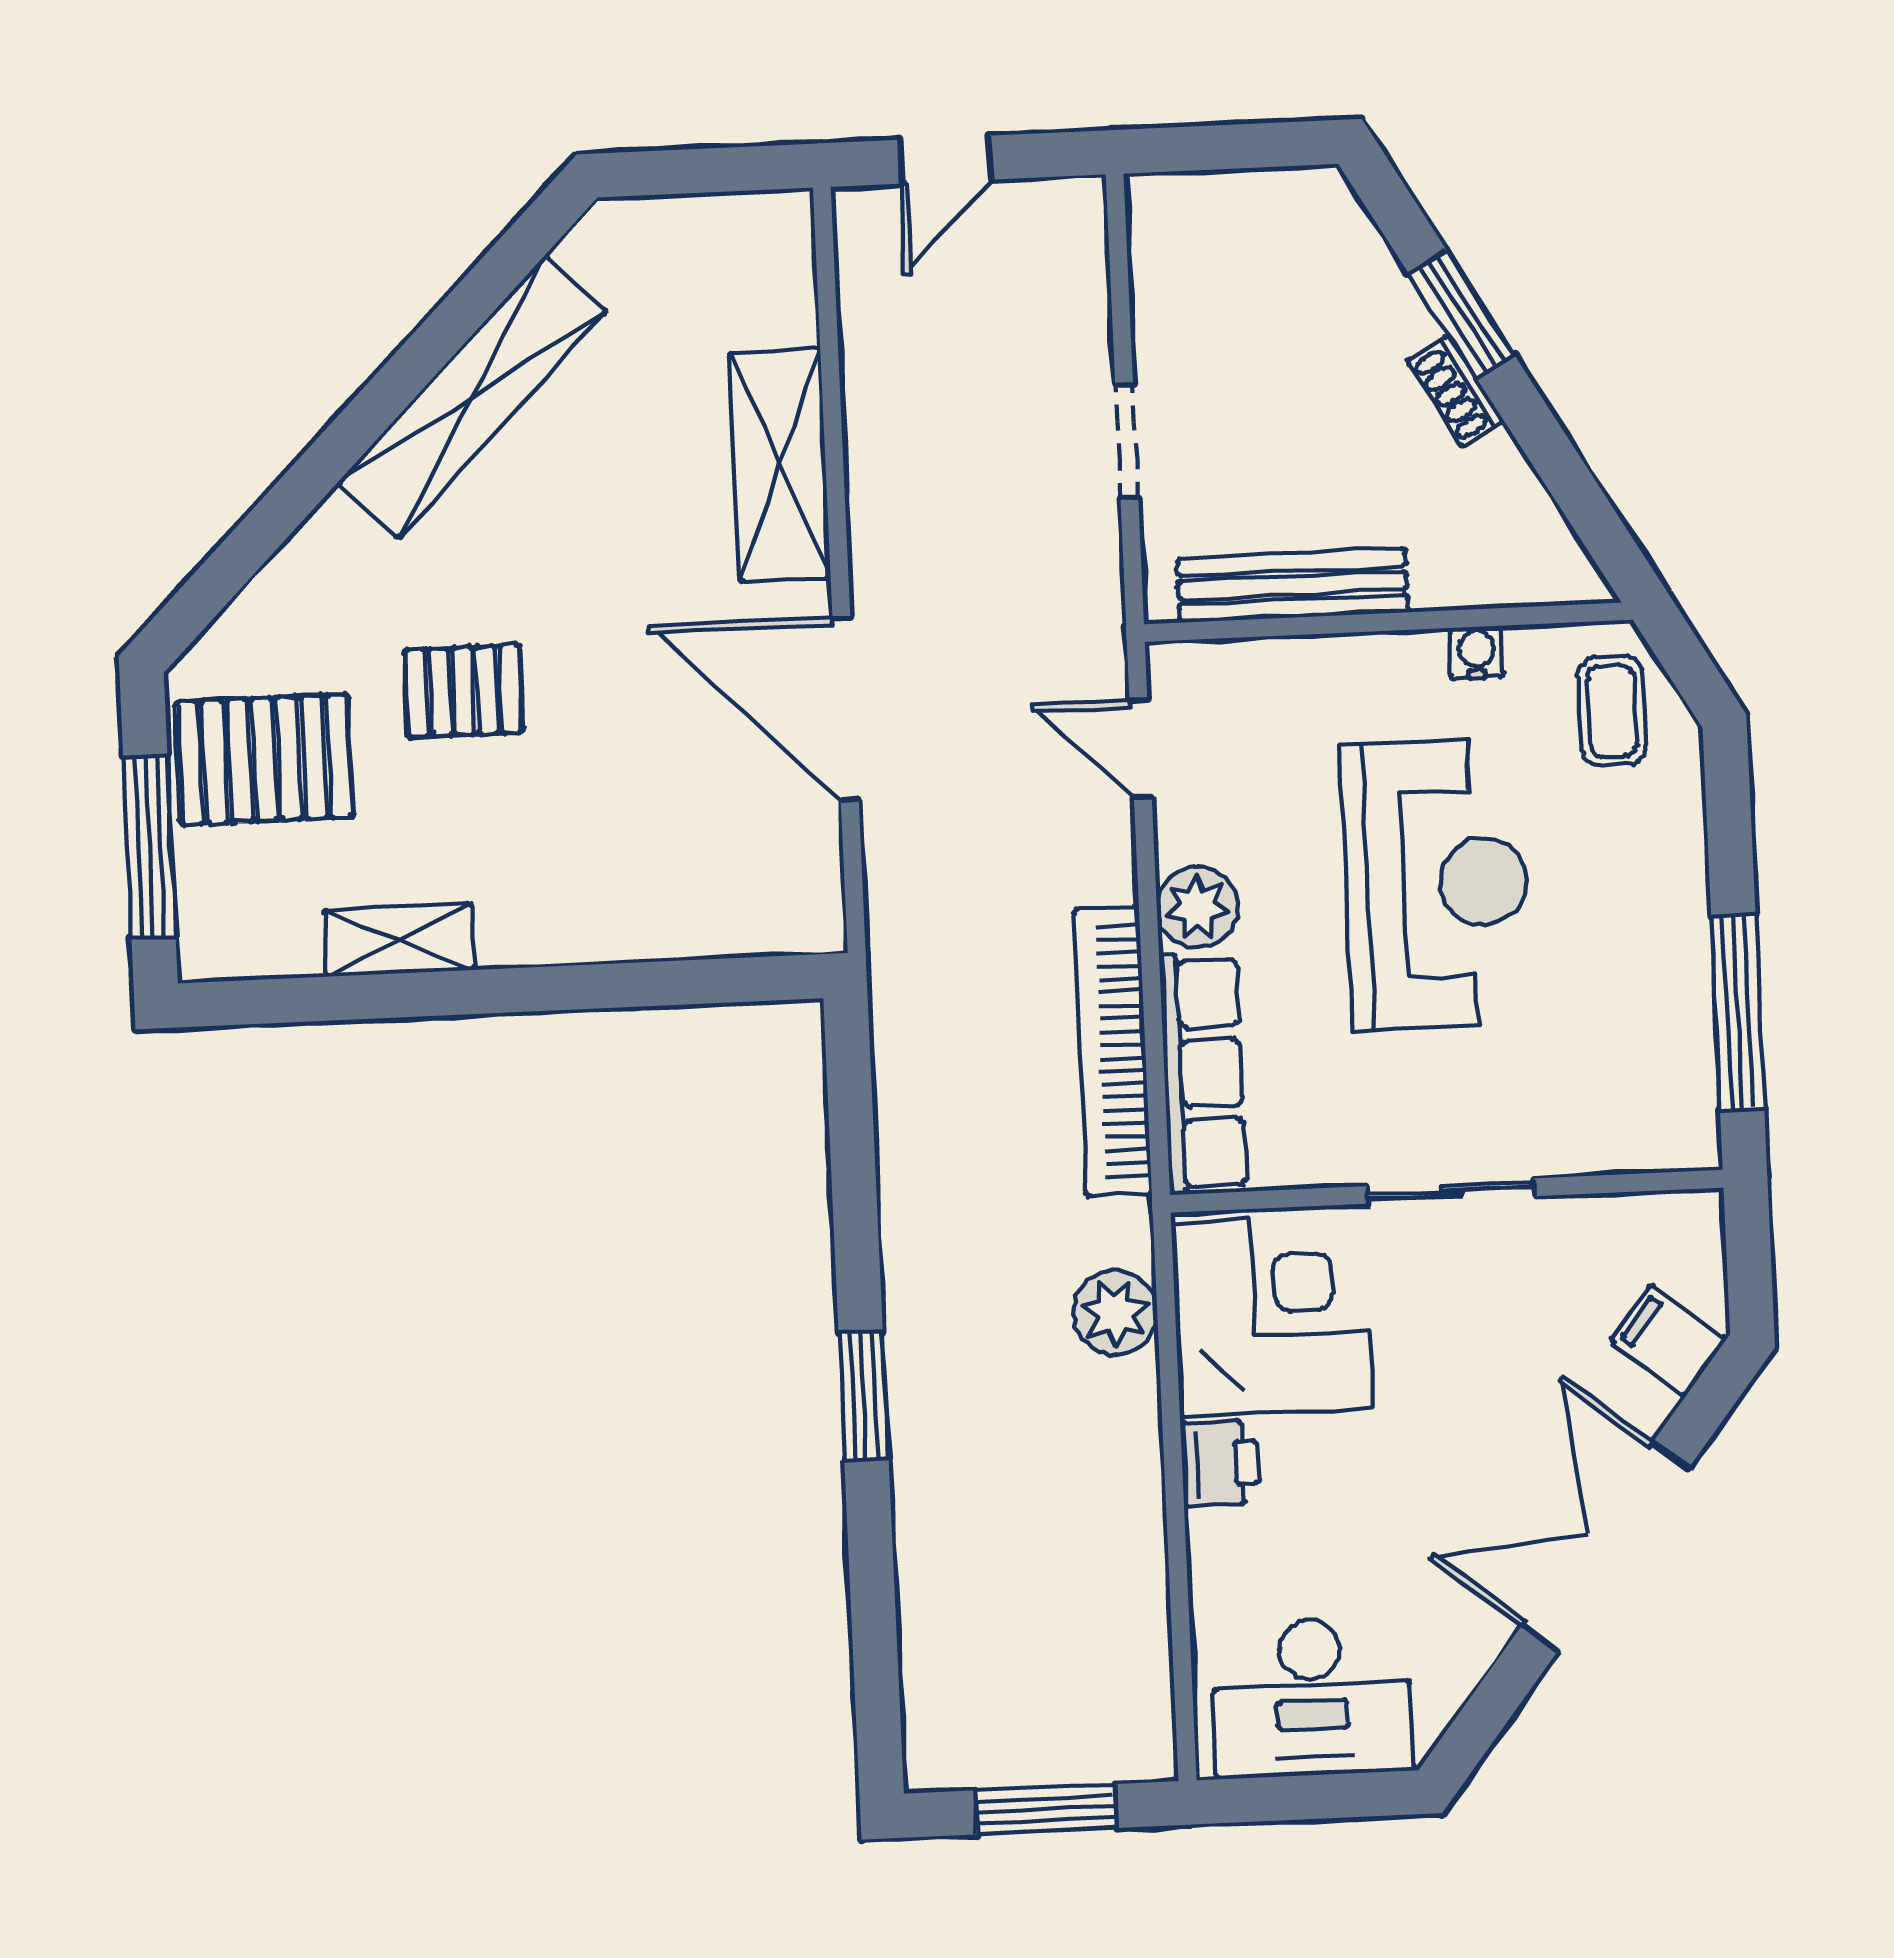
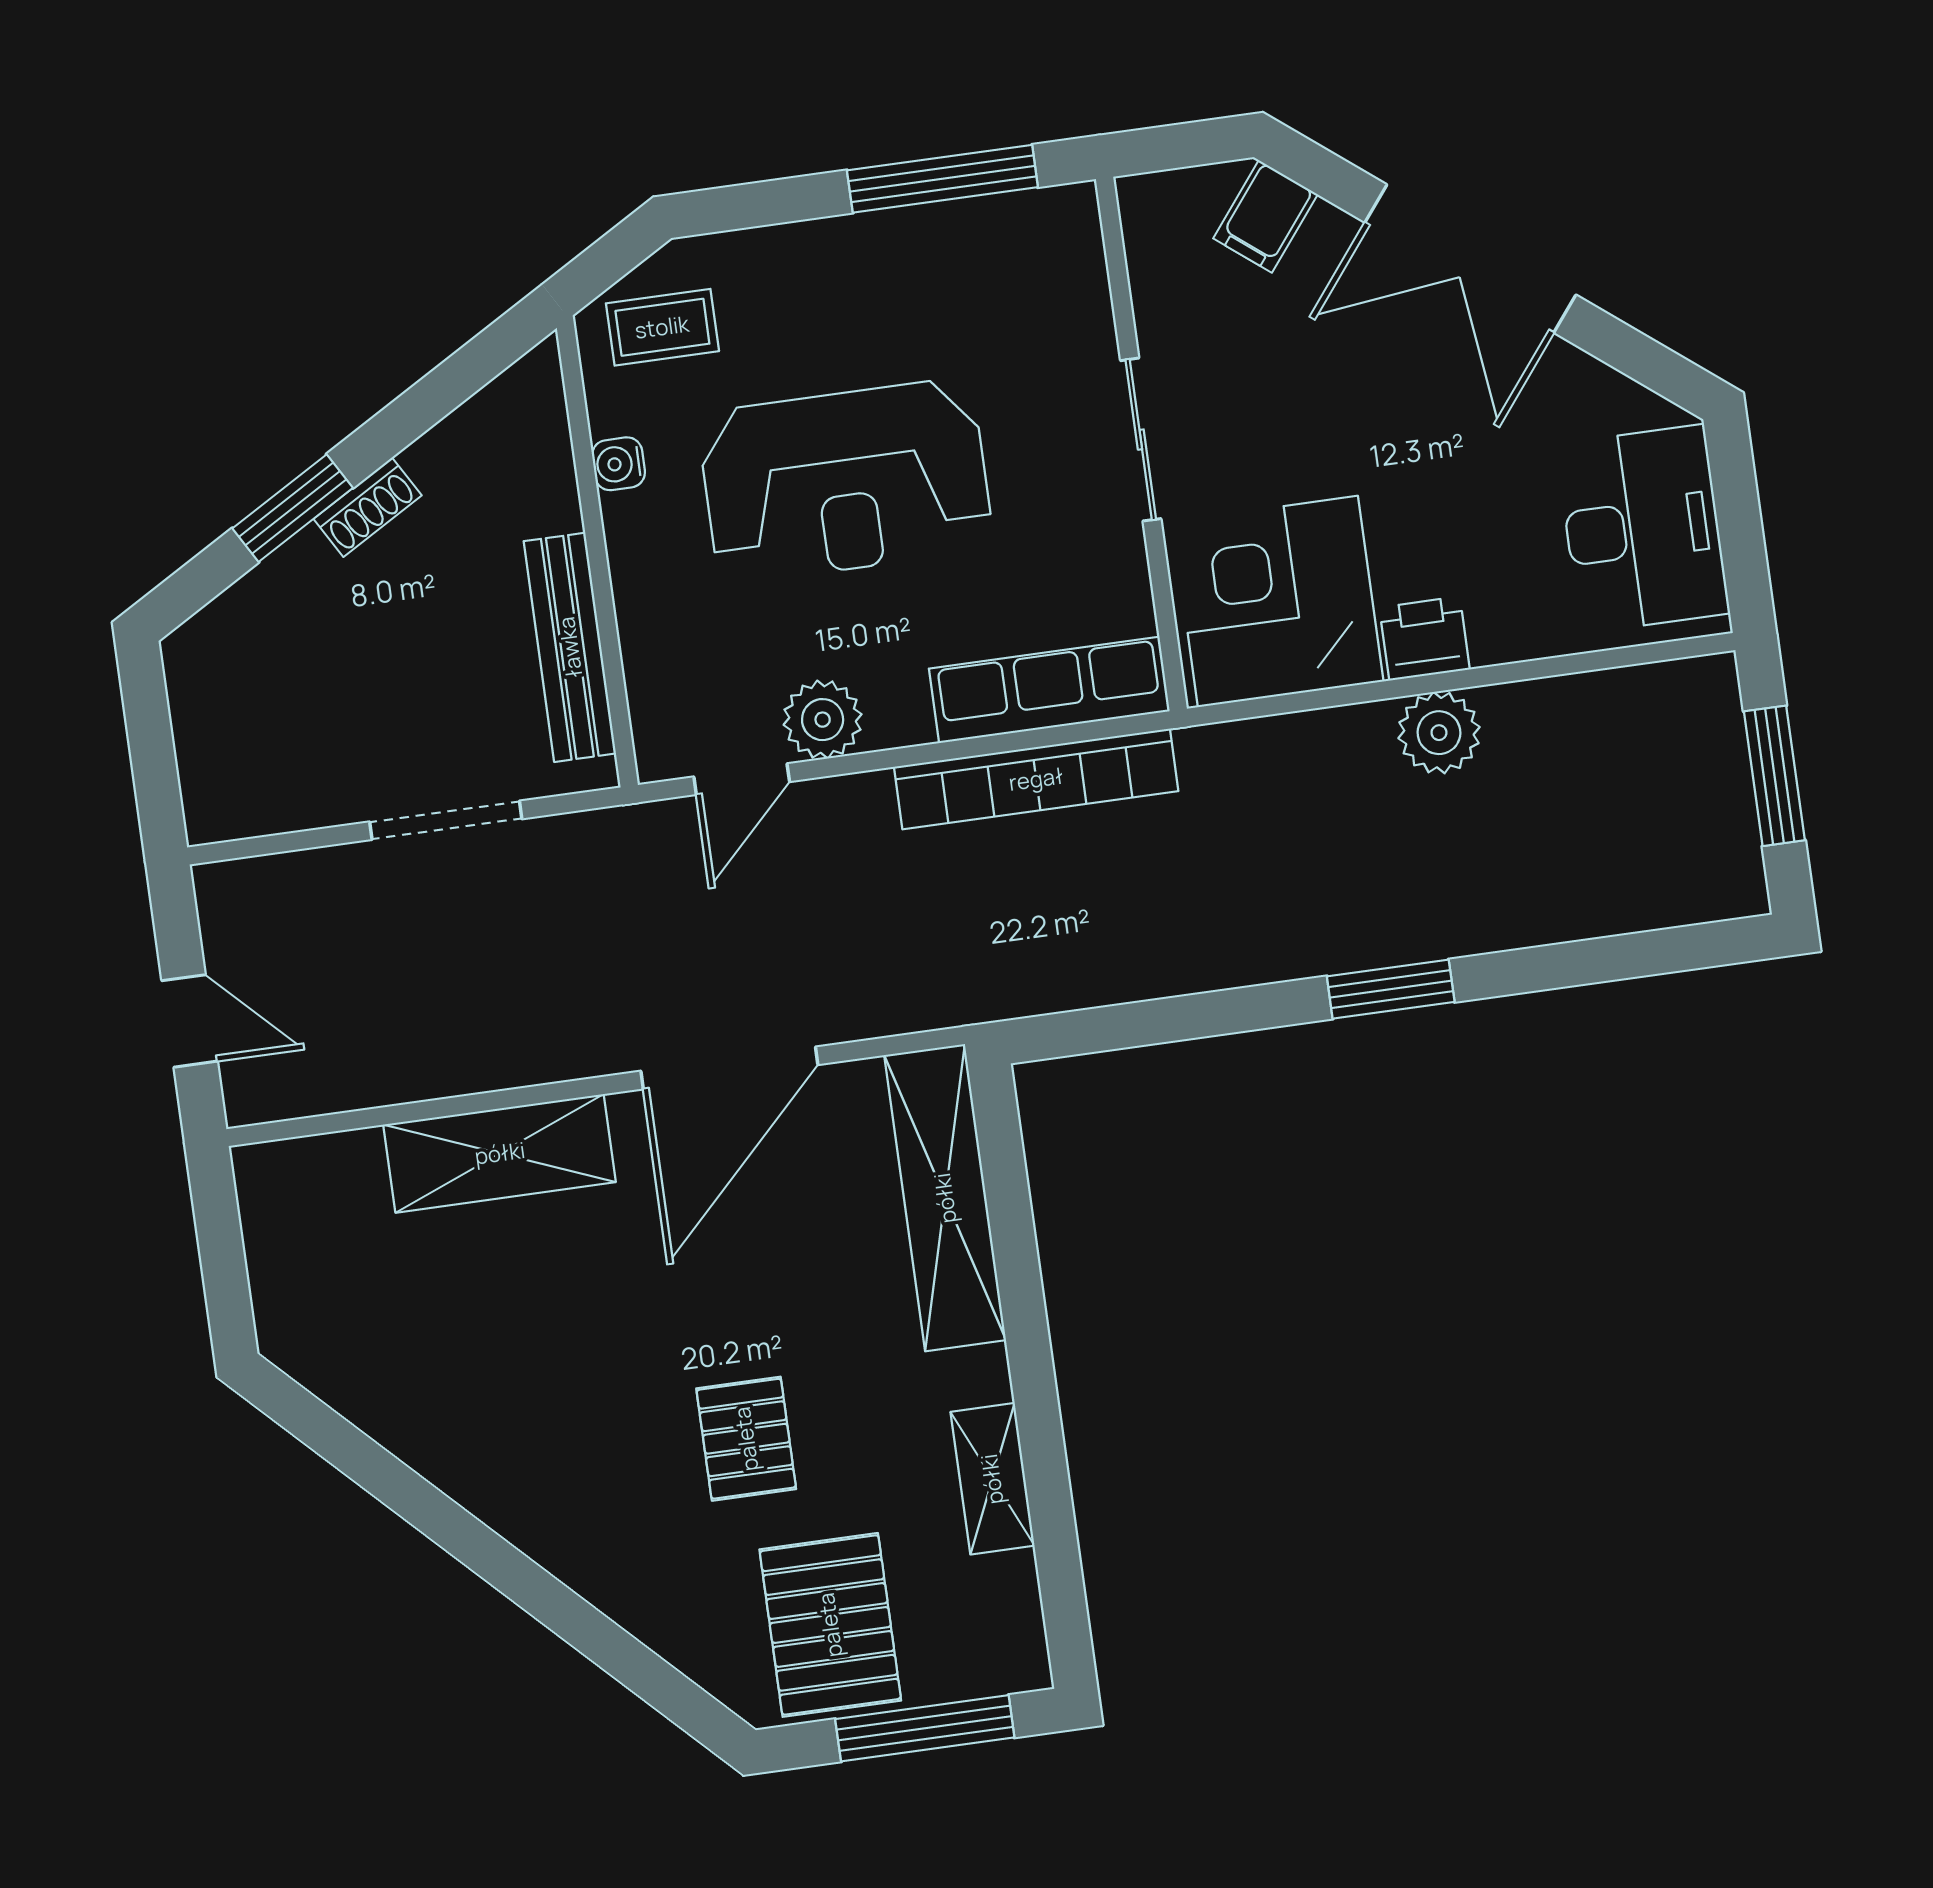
shelving: (472, 397) -> (945, 1198), moved, turned 45
doorway: (1127, 442) -> (446, 820), width x1.38
reception desk: (1437, 884) -> (845, 481), turned 180
plant: (1197, 907) -> (823, 720), moved
plant: (1115, 1313) -> (1439, 733), moved

